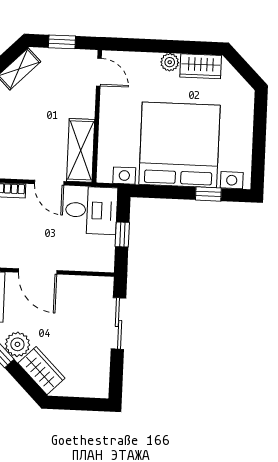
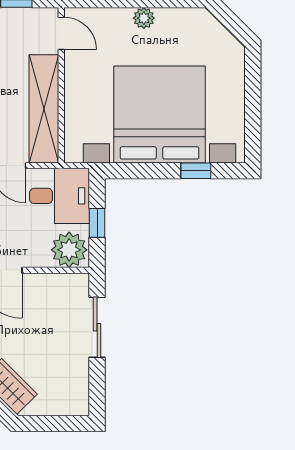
wardrobe: (201, 66) -> (180, 21), removed
shelving: (81, 150) -> (44, 109), width x1.47
plant: (98, 256) -> (69, 250), added

